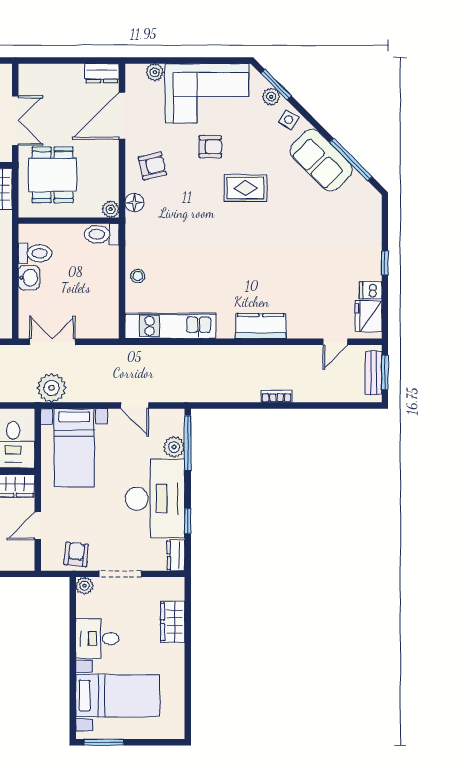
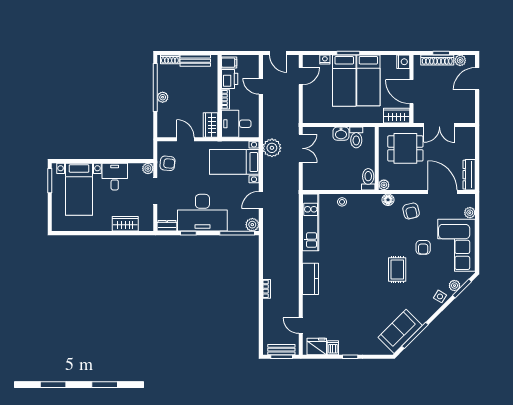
dresser: (102, 73) -> (469, 175), width x1.44
sofa: (321, 160) -> (400, 331), moved
plant: (174, 447) -> (252, 225), moved

